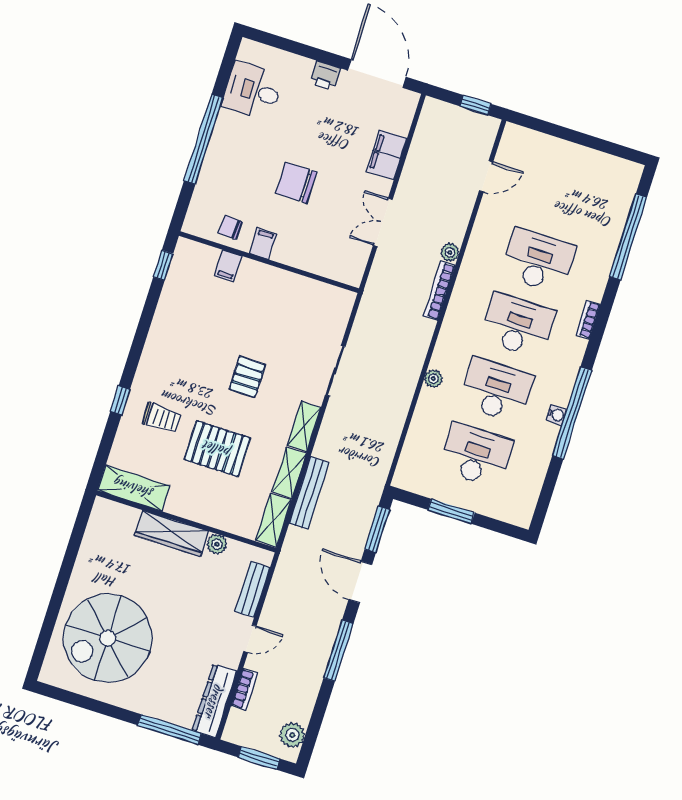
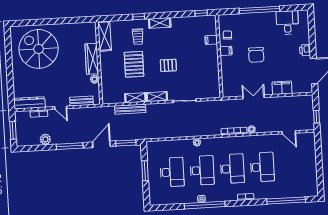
chair: (296, 183) -> (256, 55), turned 180
shelving: (273, 520) -> (160, 23), moved
window: (170, 729) -> (11, 89), removed
plant: (292, 735) -> (45, 139), moved

